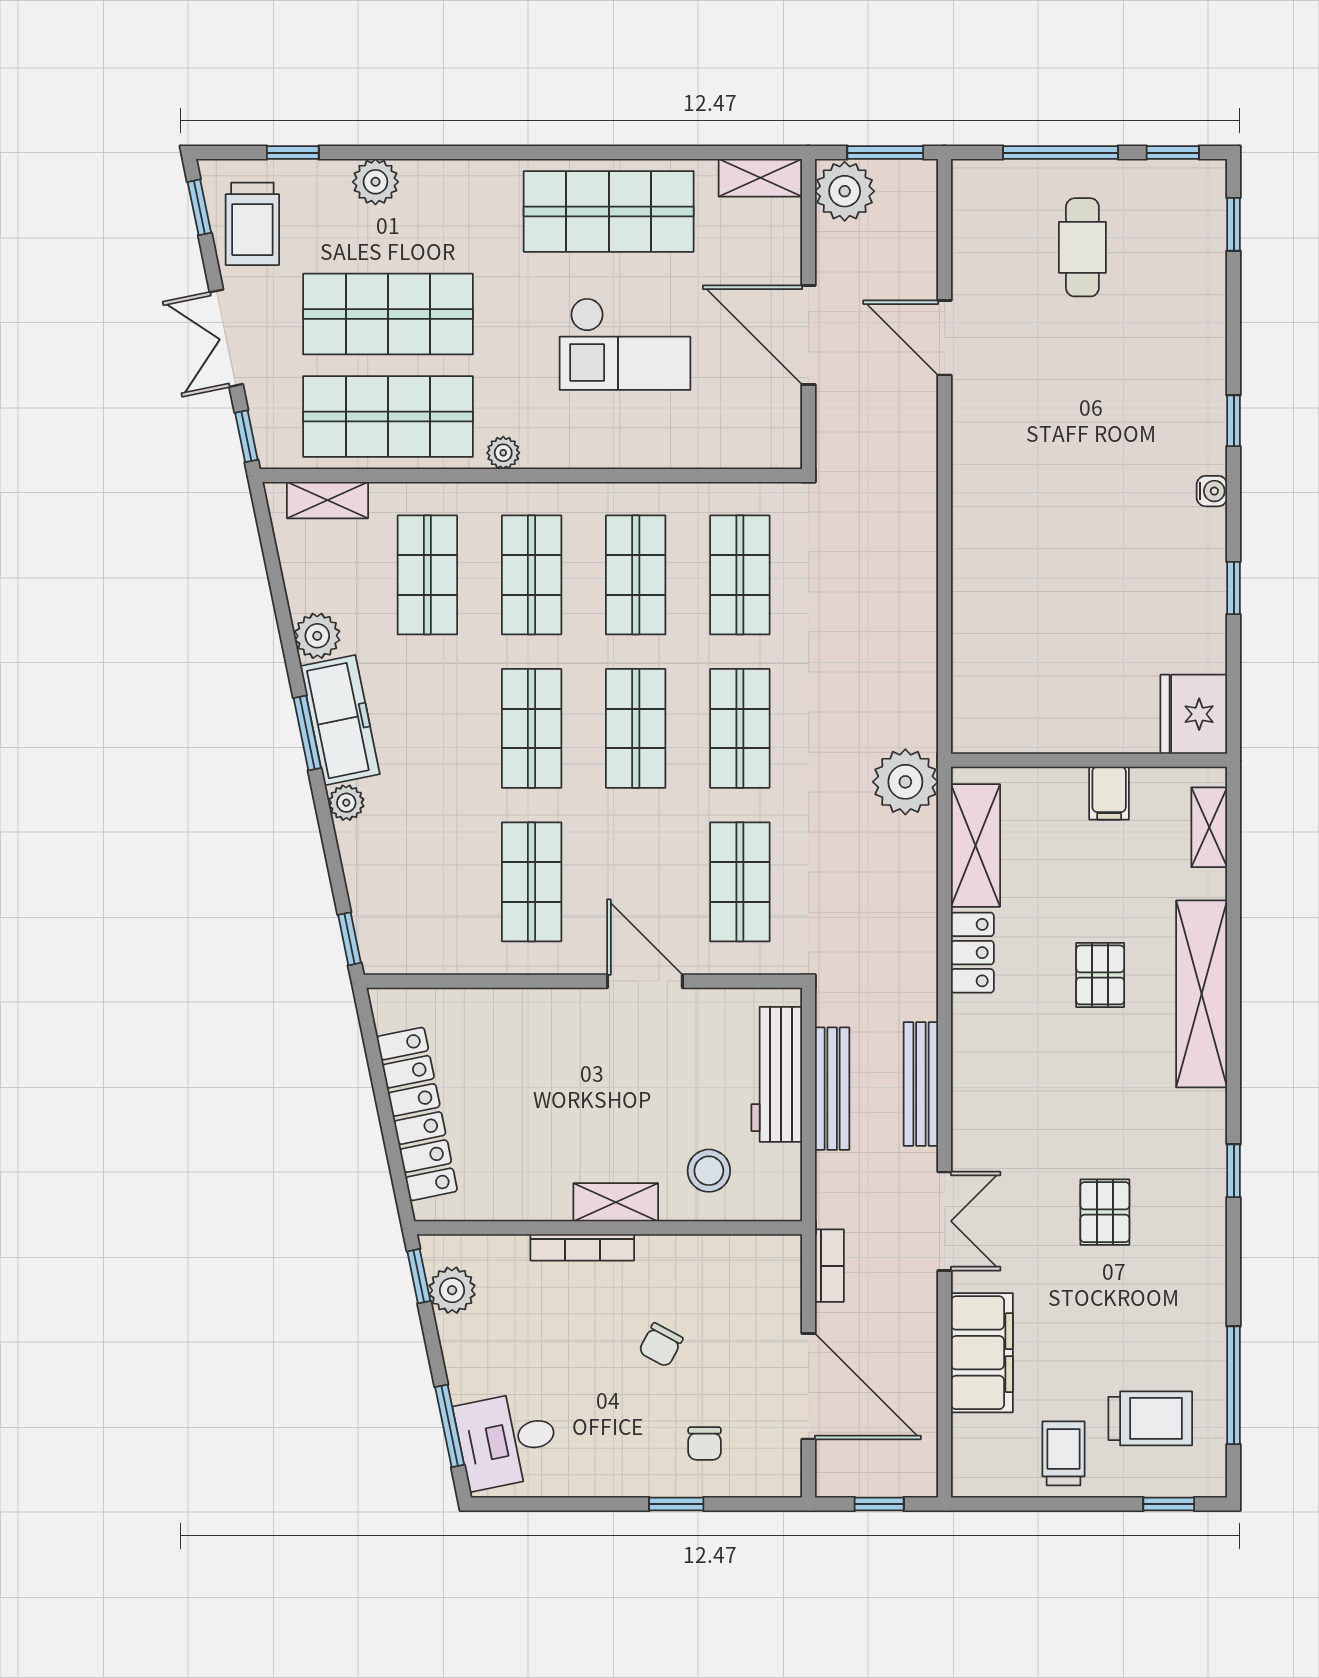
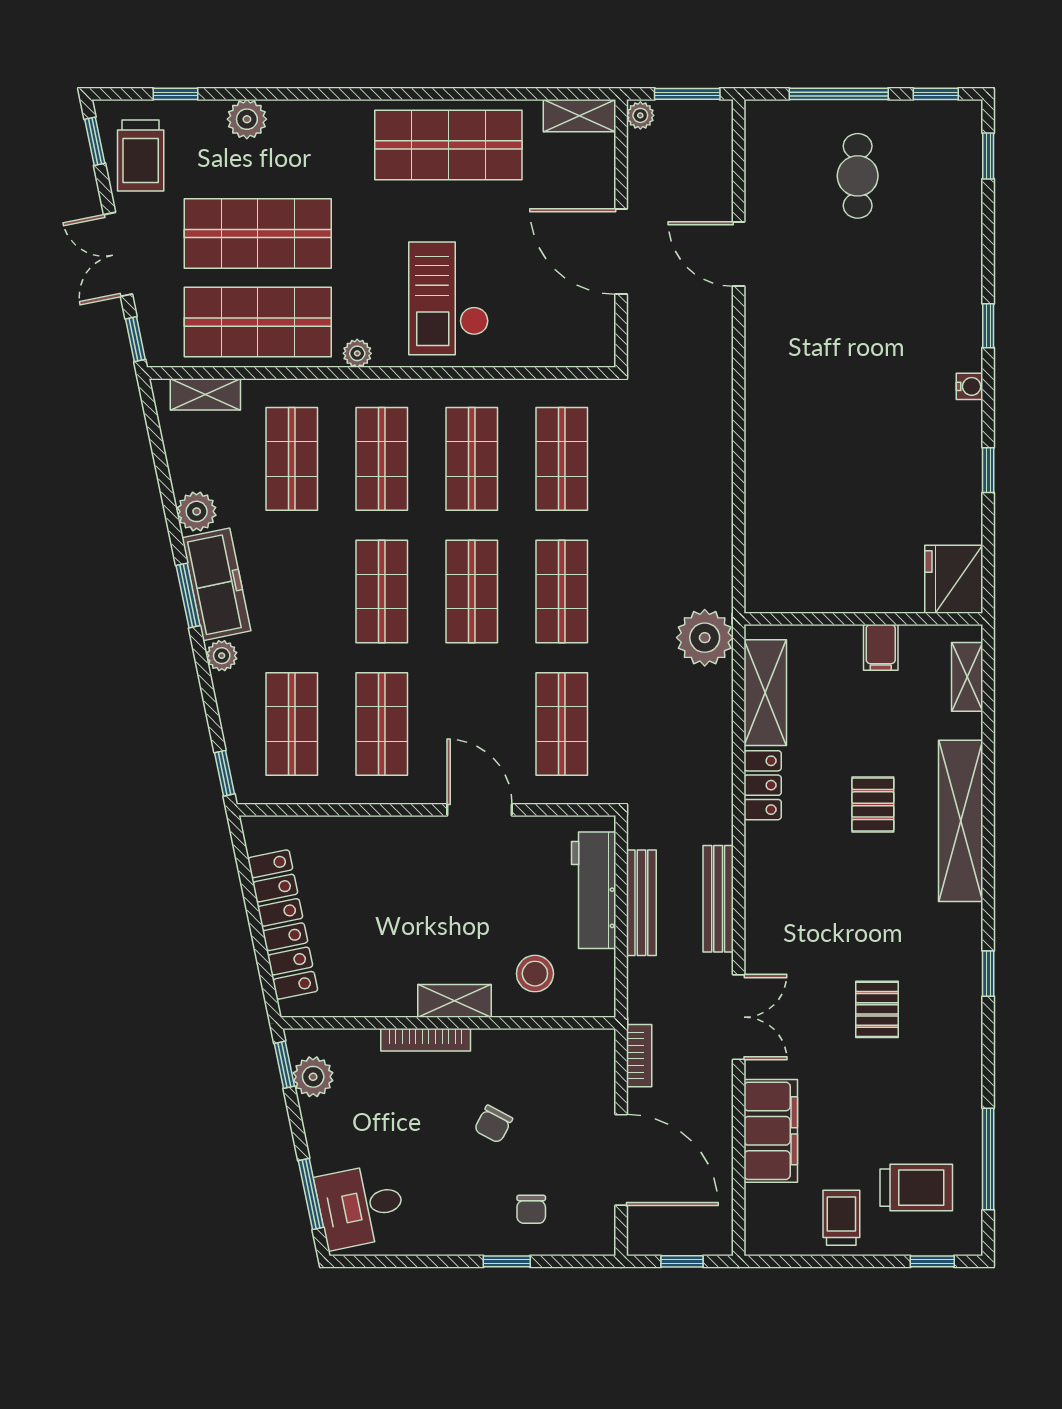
plant: (845, 191) -> (640, 115), width x0.53, depth x0.53
checkout: (625, 344) -> (449, 298), moved, turned 90
shop shelf: (427, 882) -> (292, 724), added

